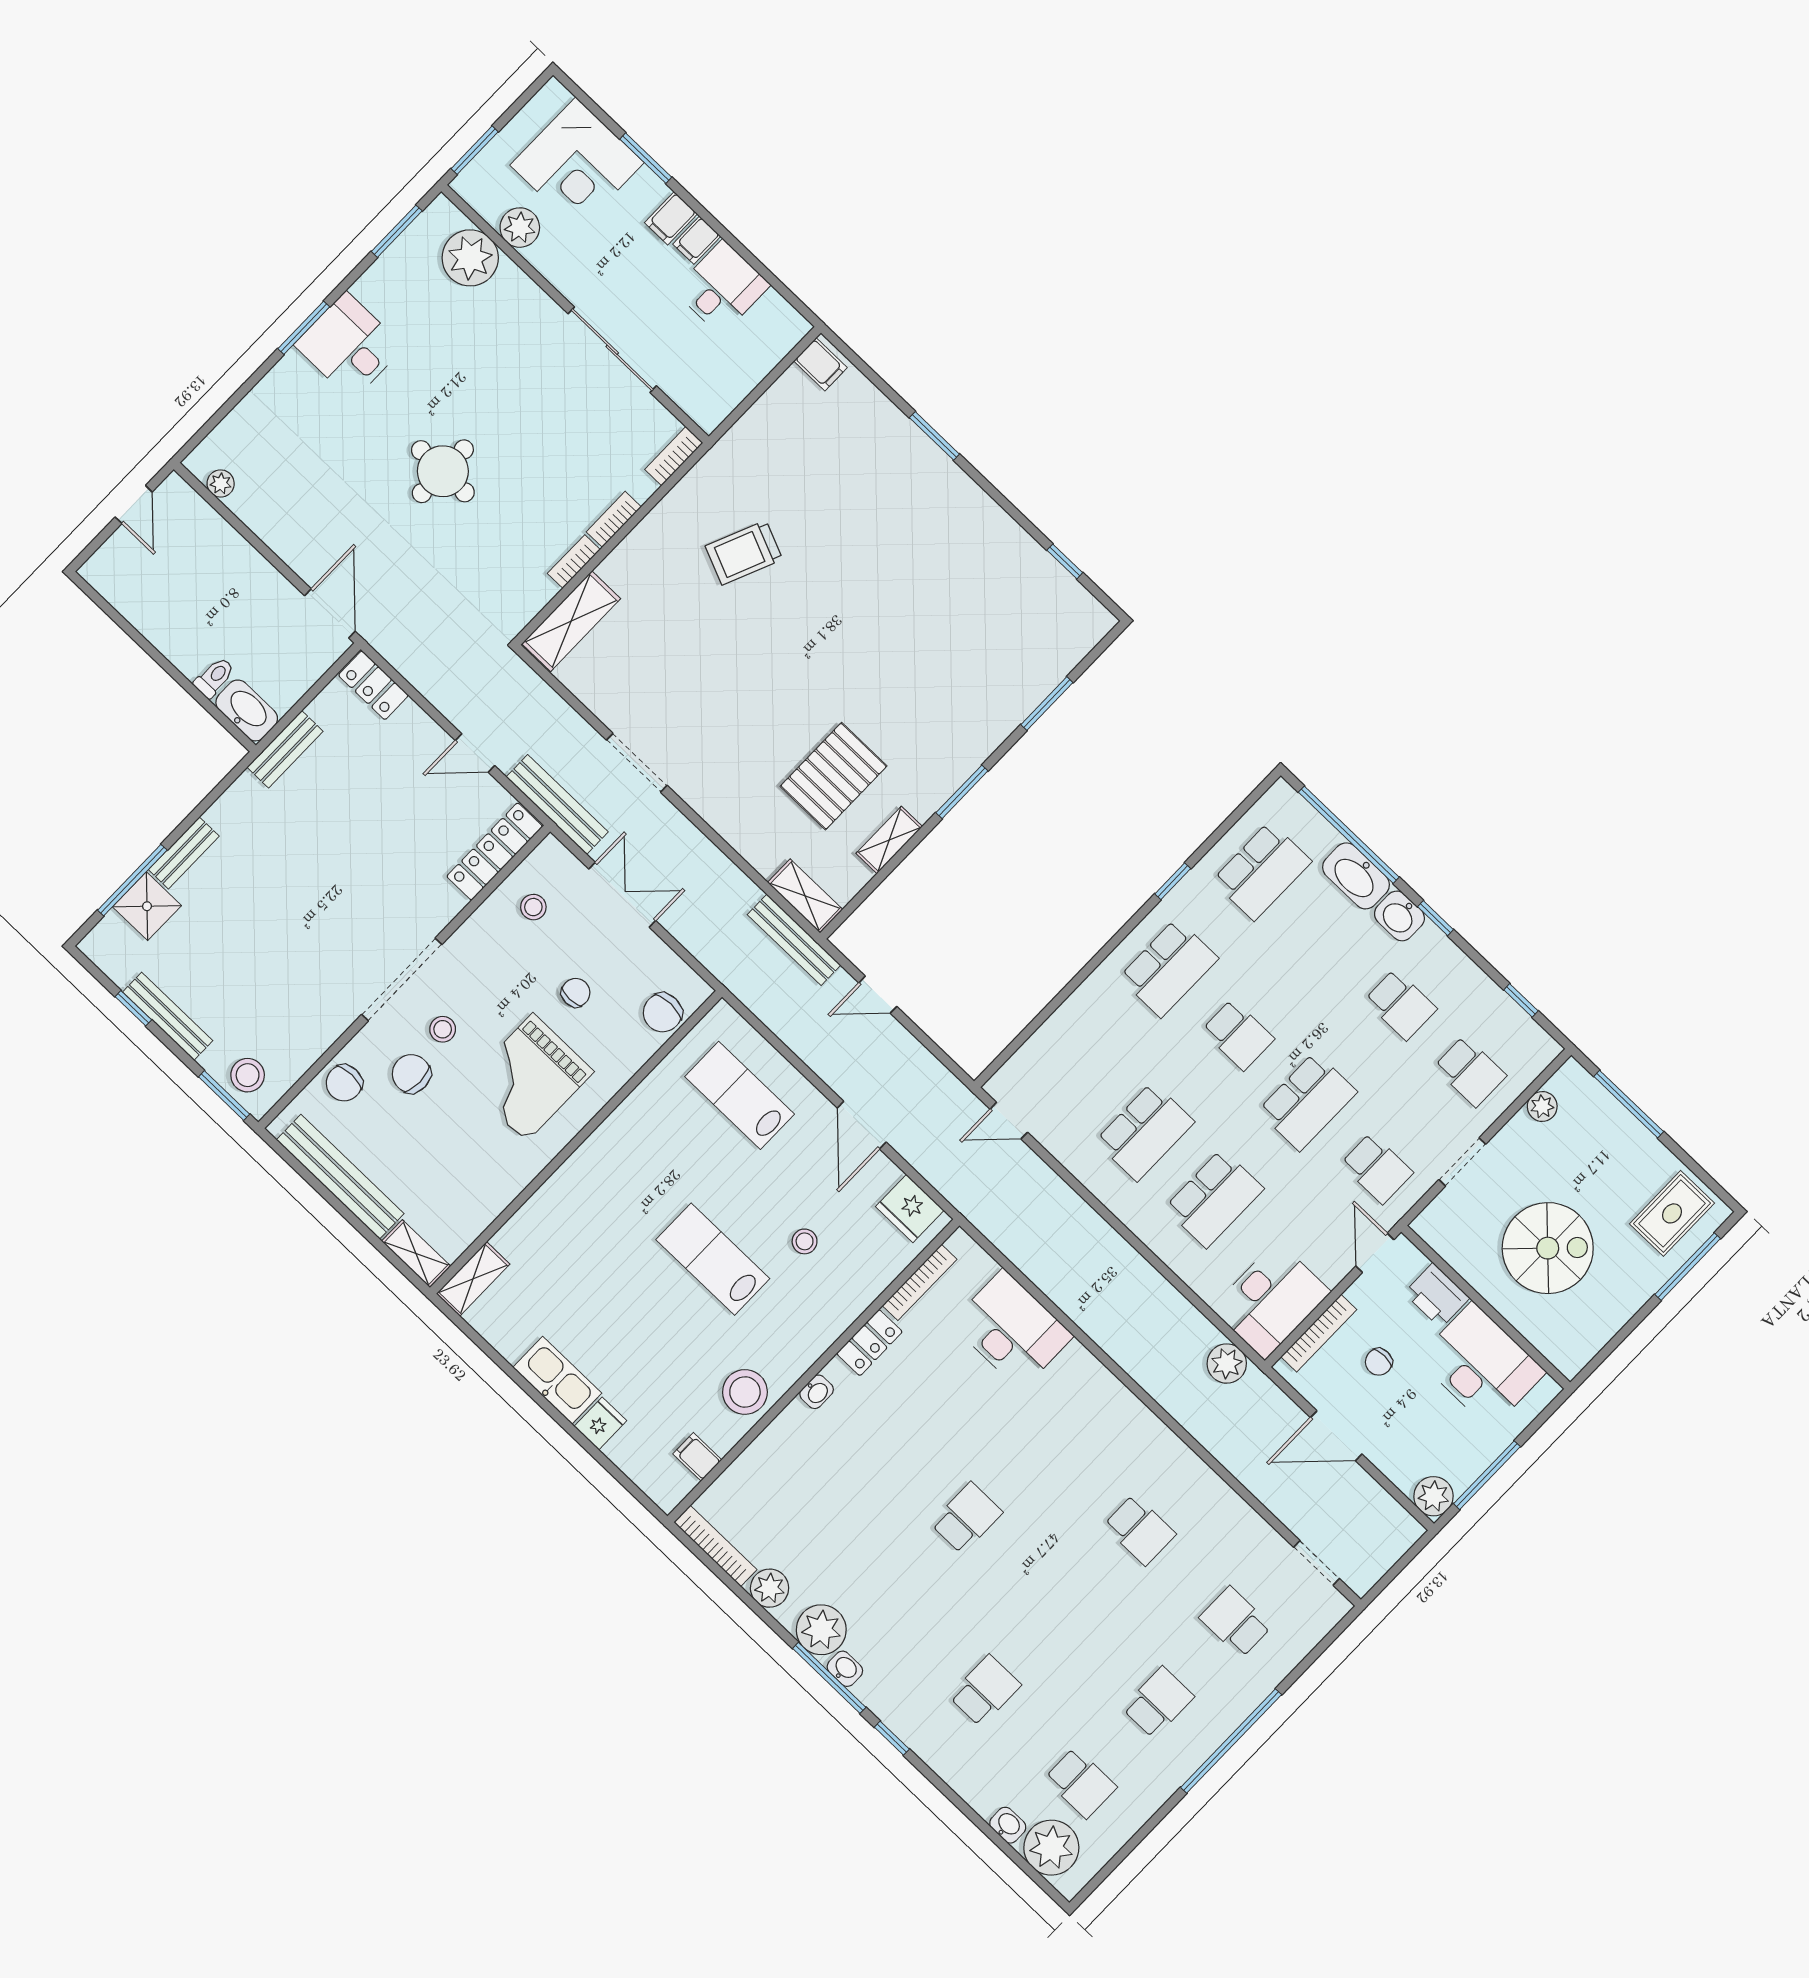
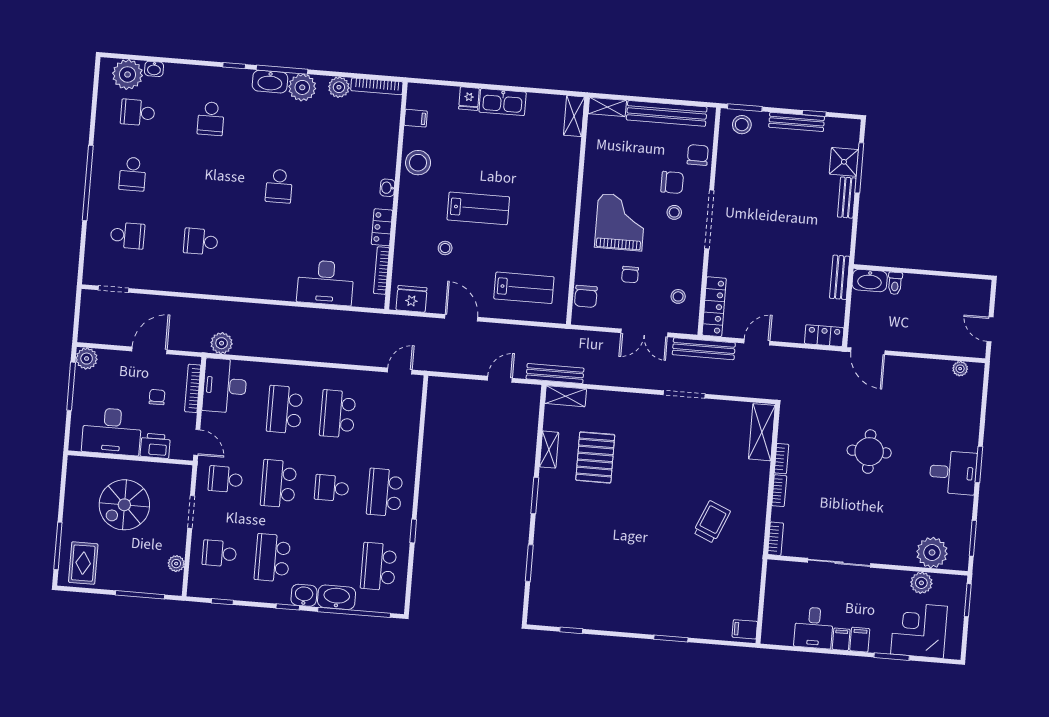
school desk: (1401, 1005) -> (272, 558), width x1.85
chair: (663, 1013) -> (586, 296), turned 180
washbasin: (845, 1669) -> (270, 82), width x1.91, depth x1.45

